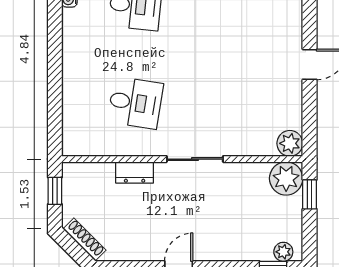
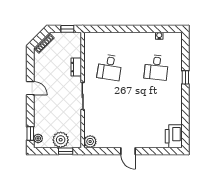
plant: (286, 178) -> (61, 140), moved

